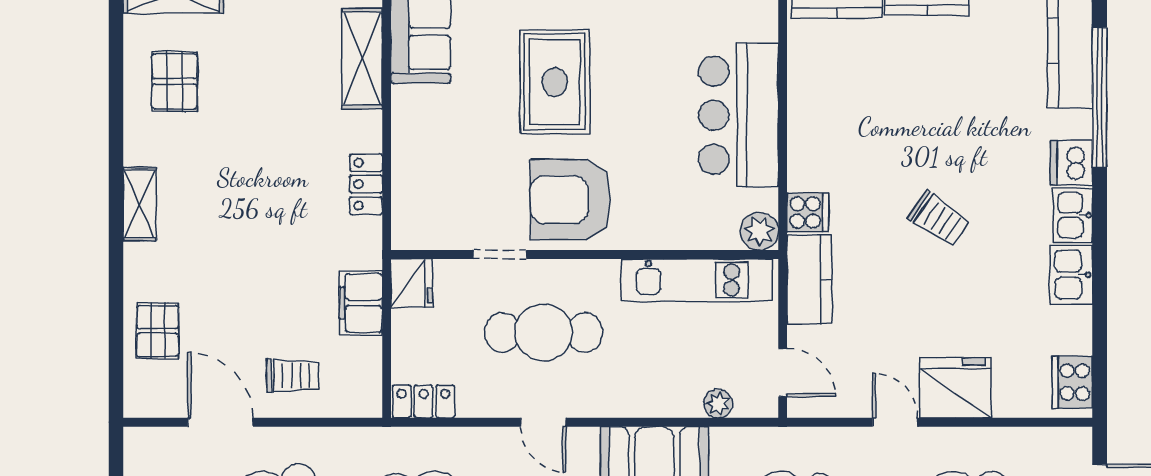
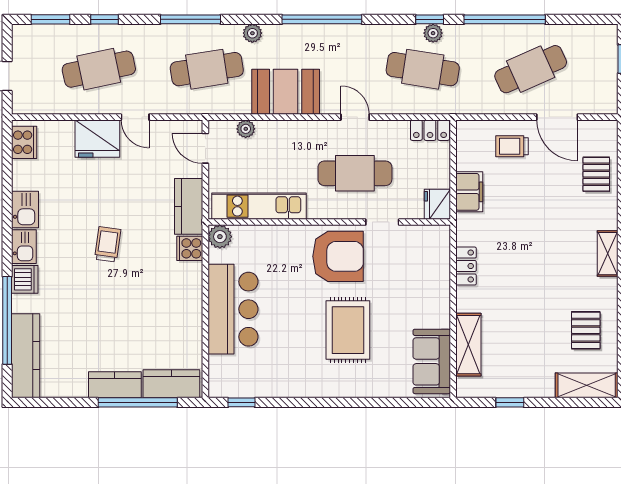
trolley: (939, 219) -> (108, 244), turned 64

